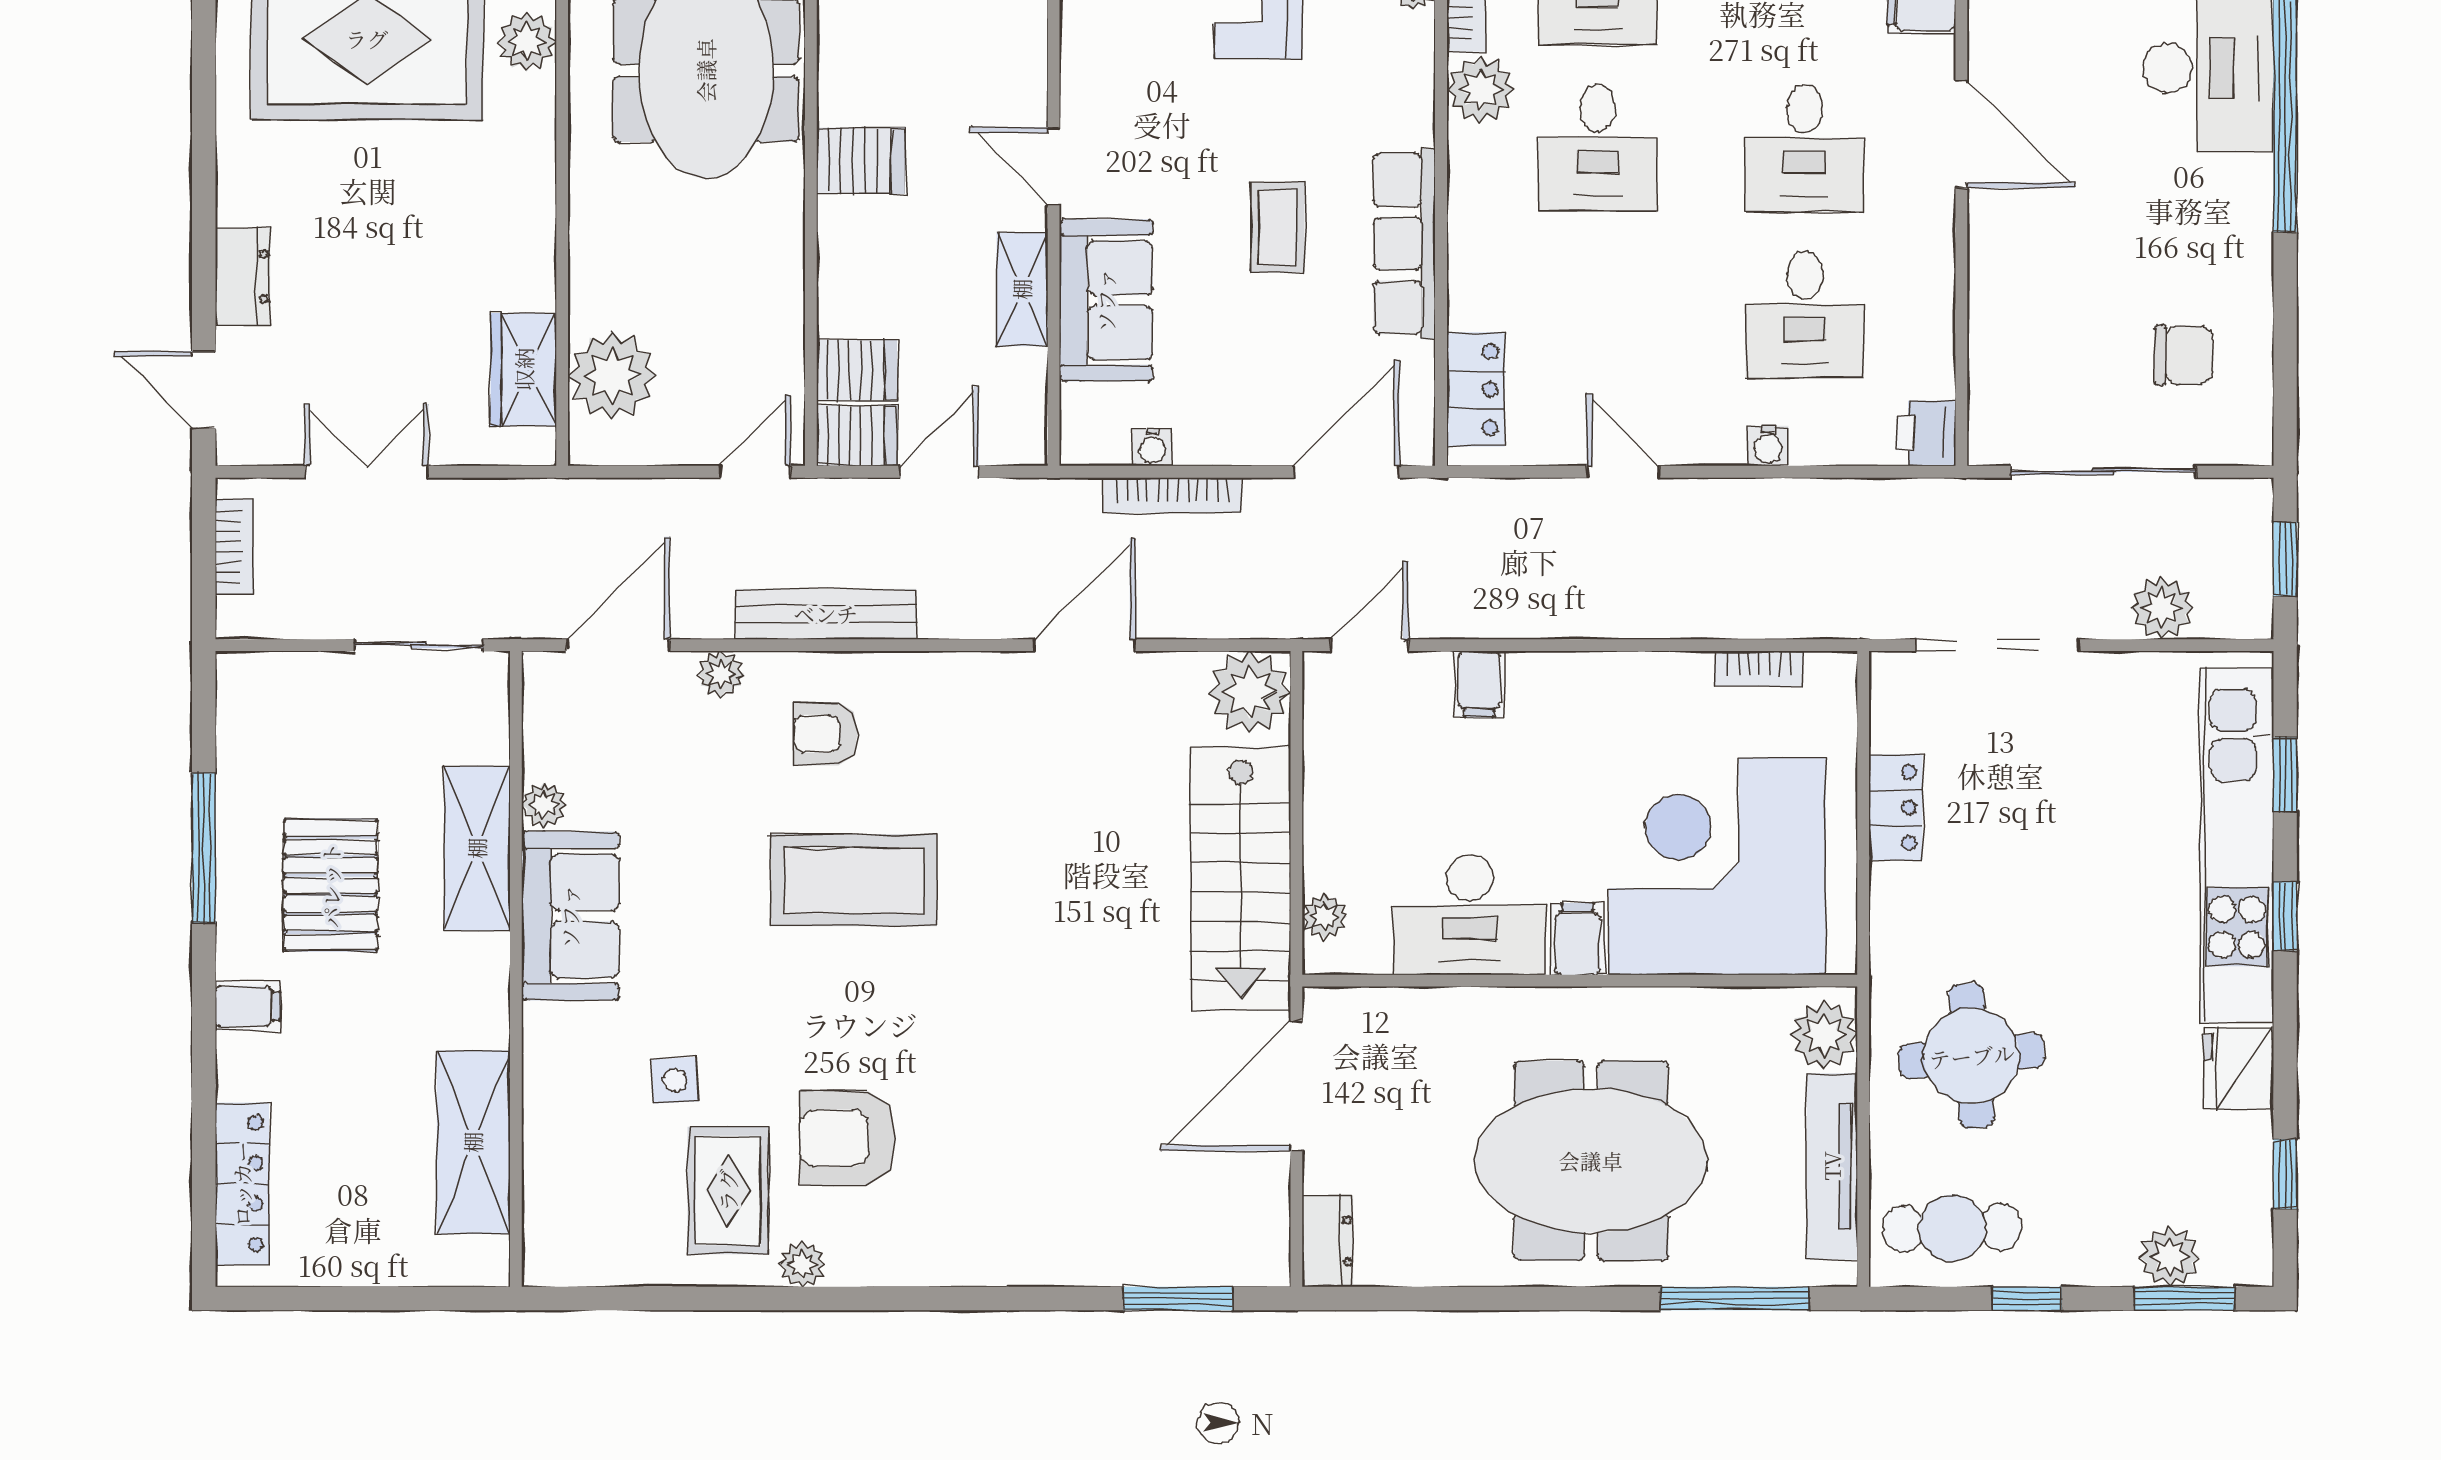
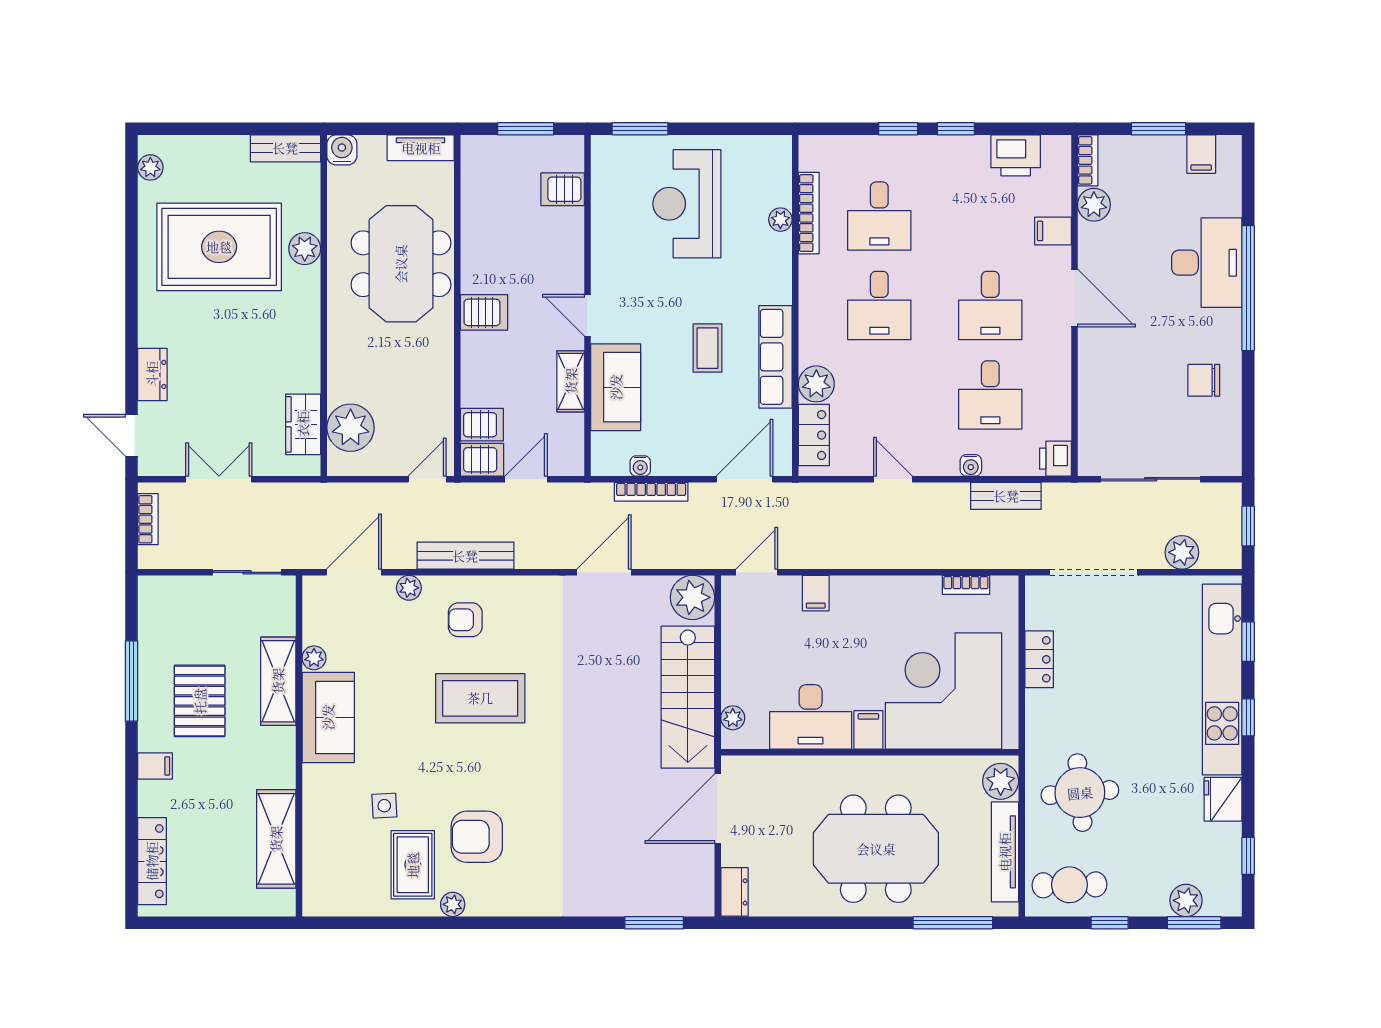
plant: (1480, 90) -> (816, 384), moved
chair: (2184, 355) -> (1204, 380), moved, turned 180
bench: (1834, 503) -> (1006, 496), added

